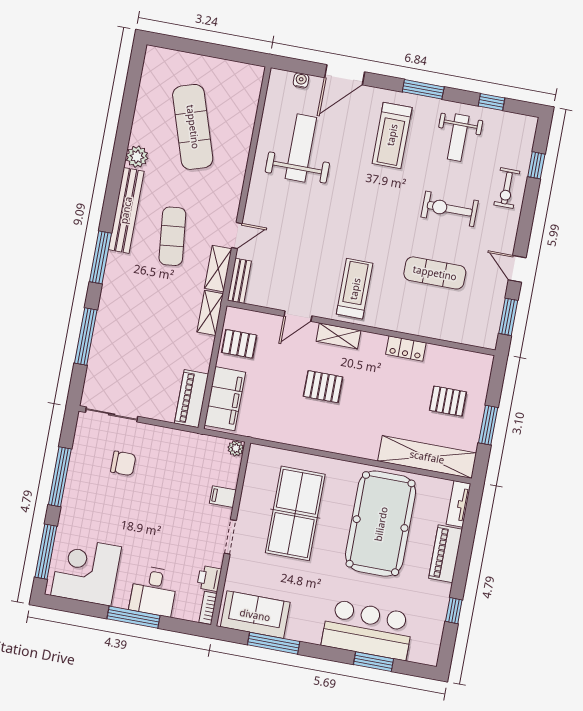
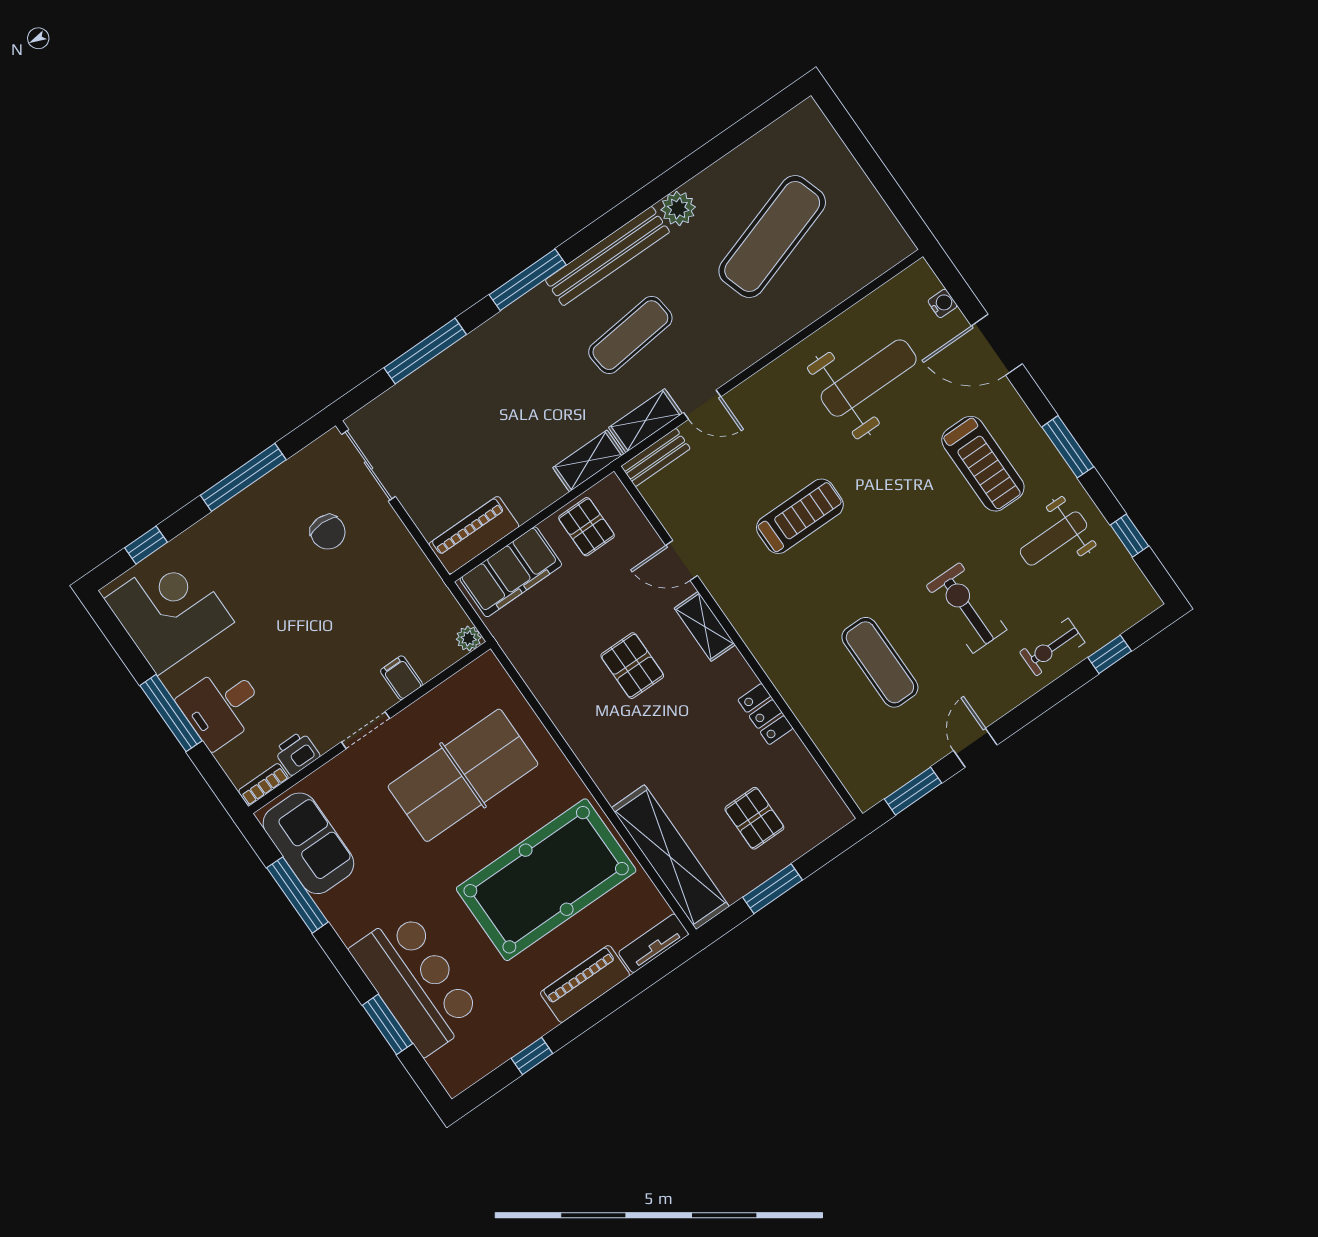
treadmill: (392, 135) -> (983, 464), turned -90
treadmill: (355, 289) -> (800, 516), moved
window: (46, 552) -> (146, 545), width x0.46

